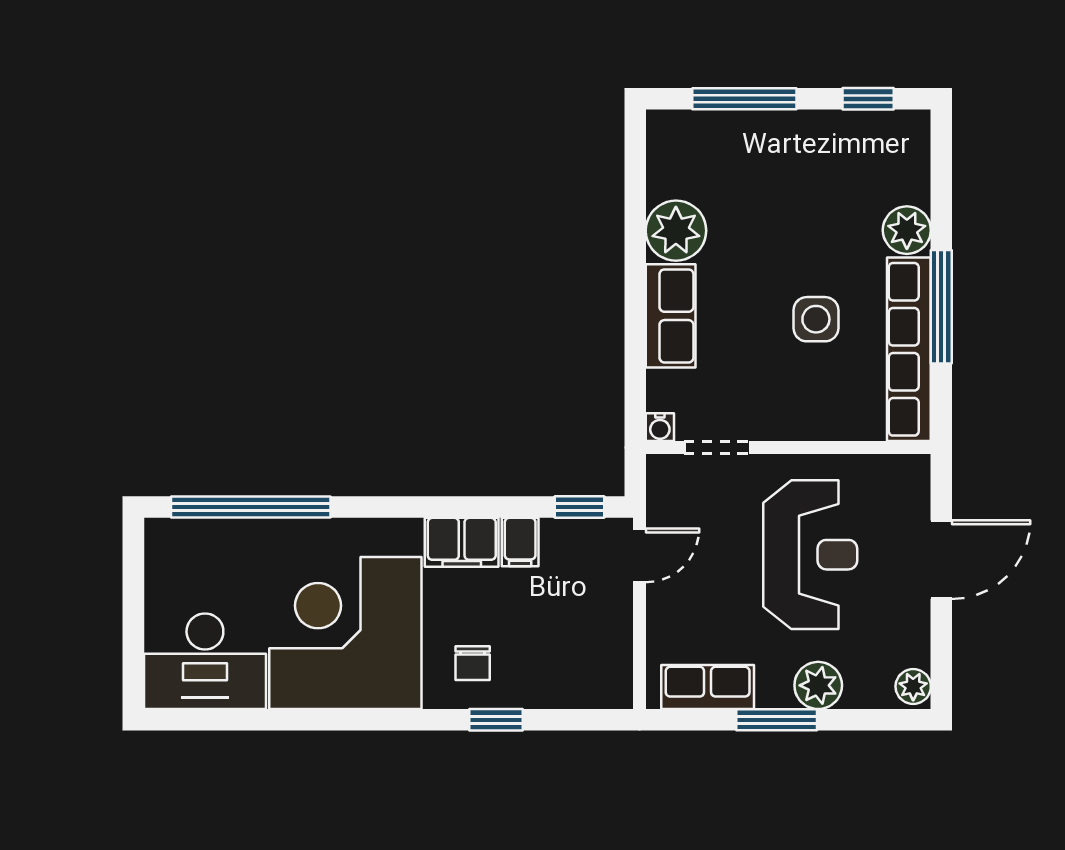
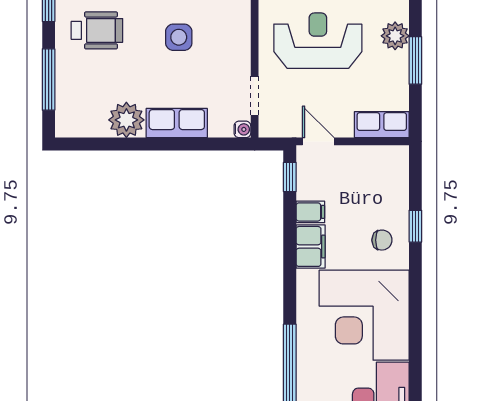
wheelchair: (827, 181) -> (97, 30), added
row of seats: (708, 687) -> (382, 125), moved, turned 90

